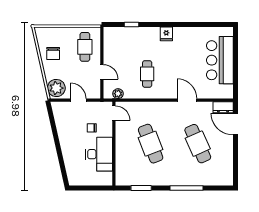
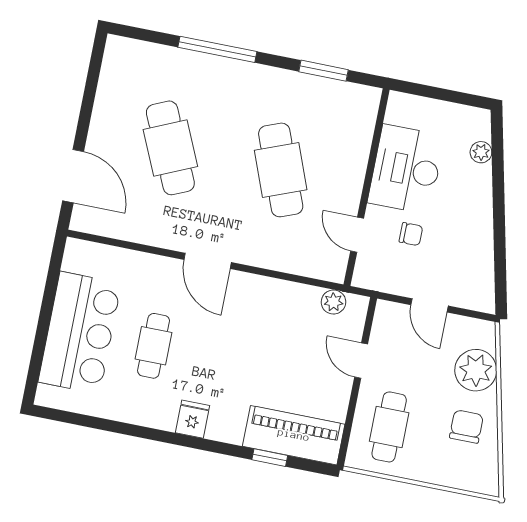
piano: (123, 36) -> (294, 435), added
cafe table: (147, 74) -> (154, 346), moved
plant: (56, 88) -> (476, 370), moved
door: (187, 100) -> (208, 261), moved
dresser: (223, 107) -> (94, 221), removed
door: (114, 113) -> (357, 235), moved
plant: (70, 167) -> (481, 152), added

